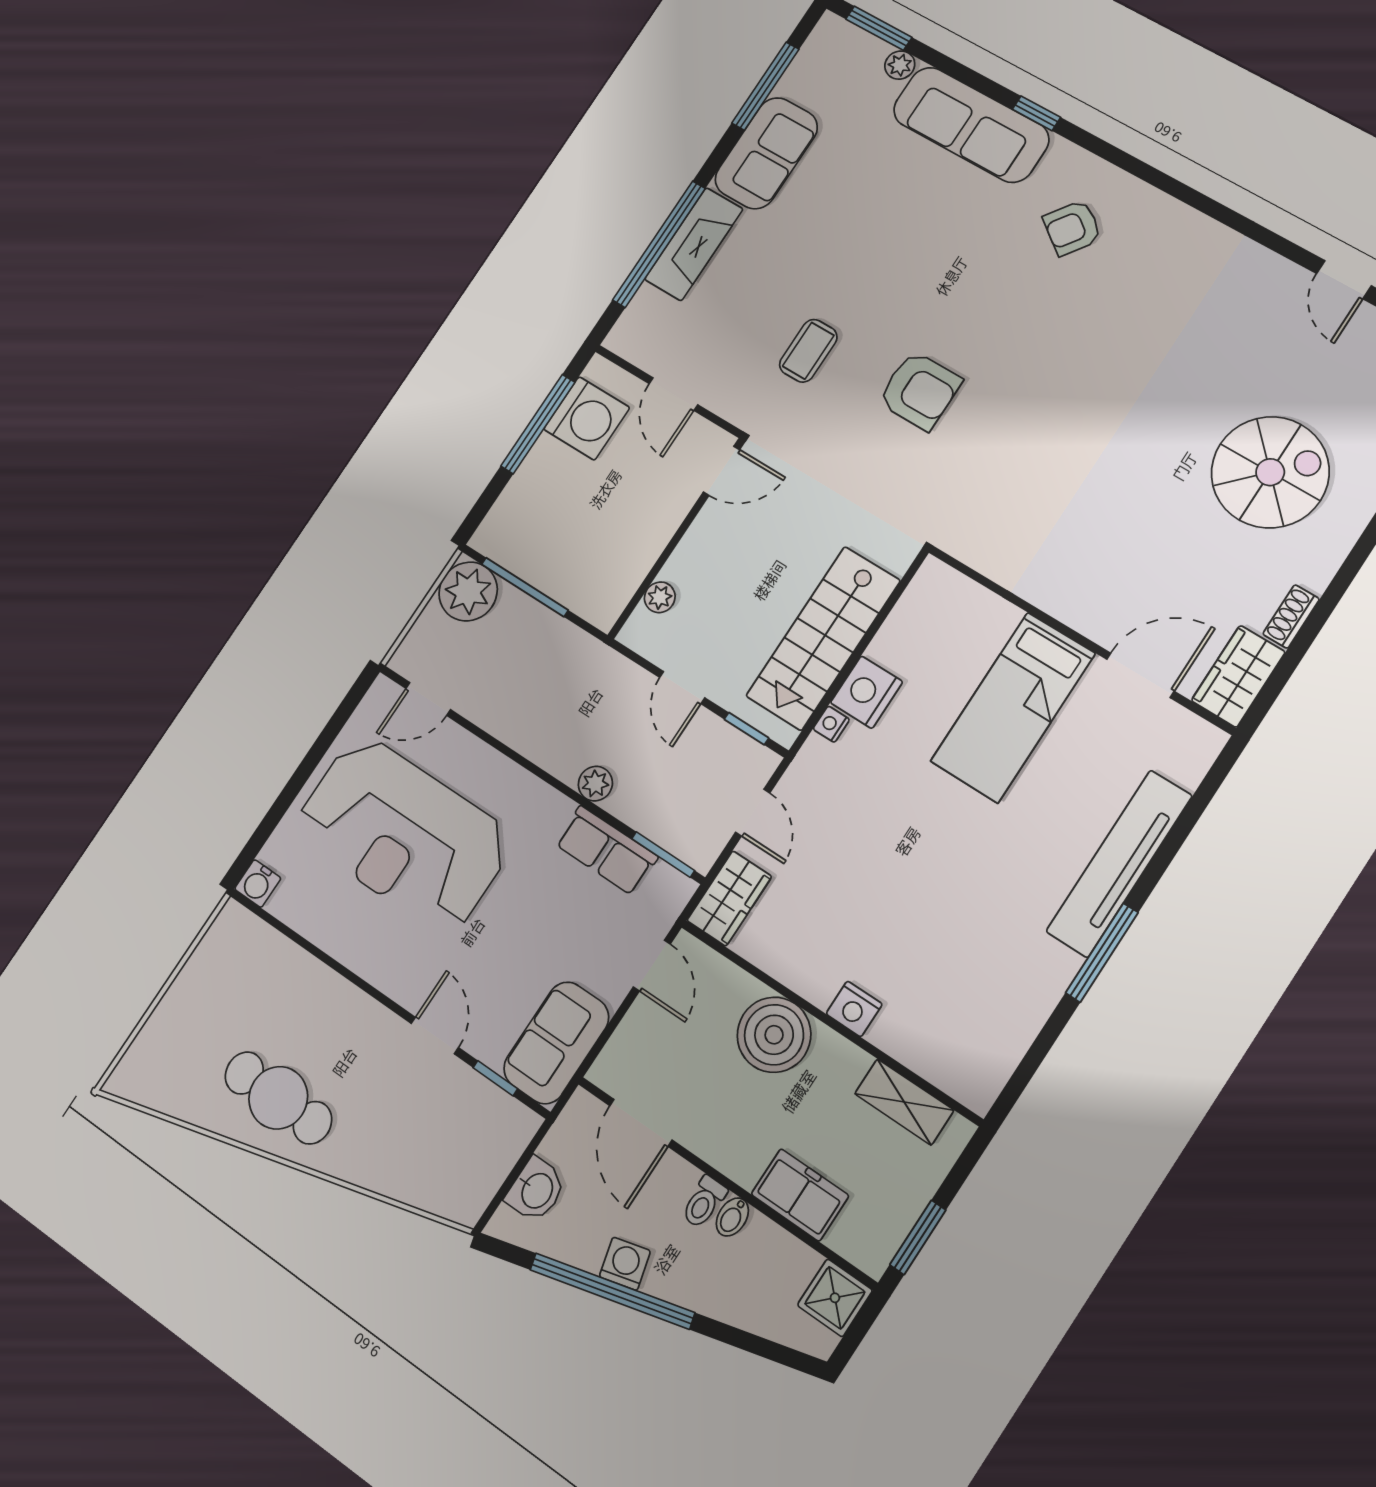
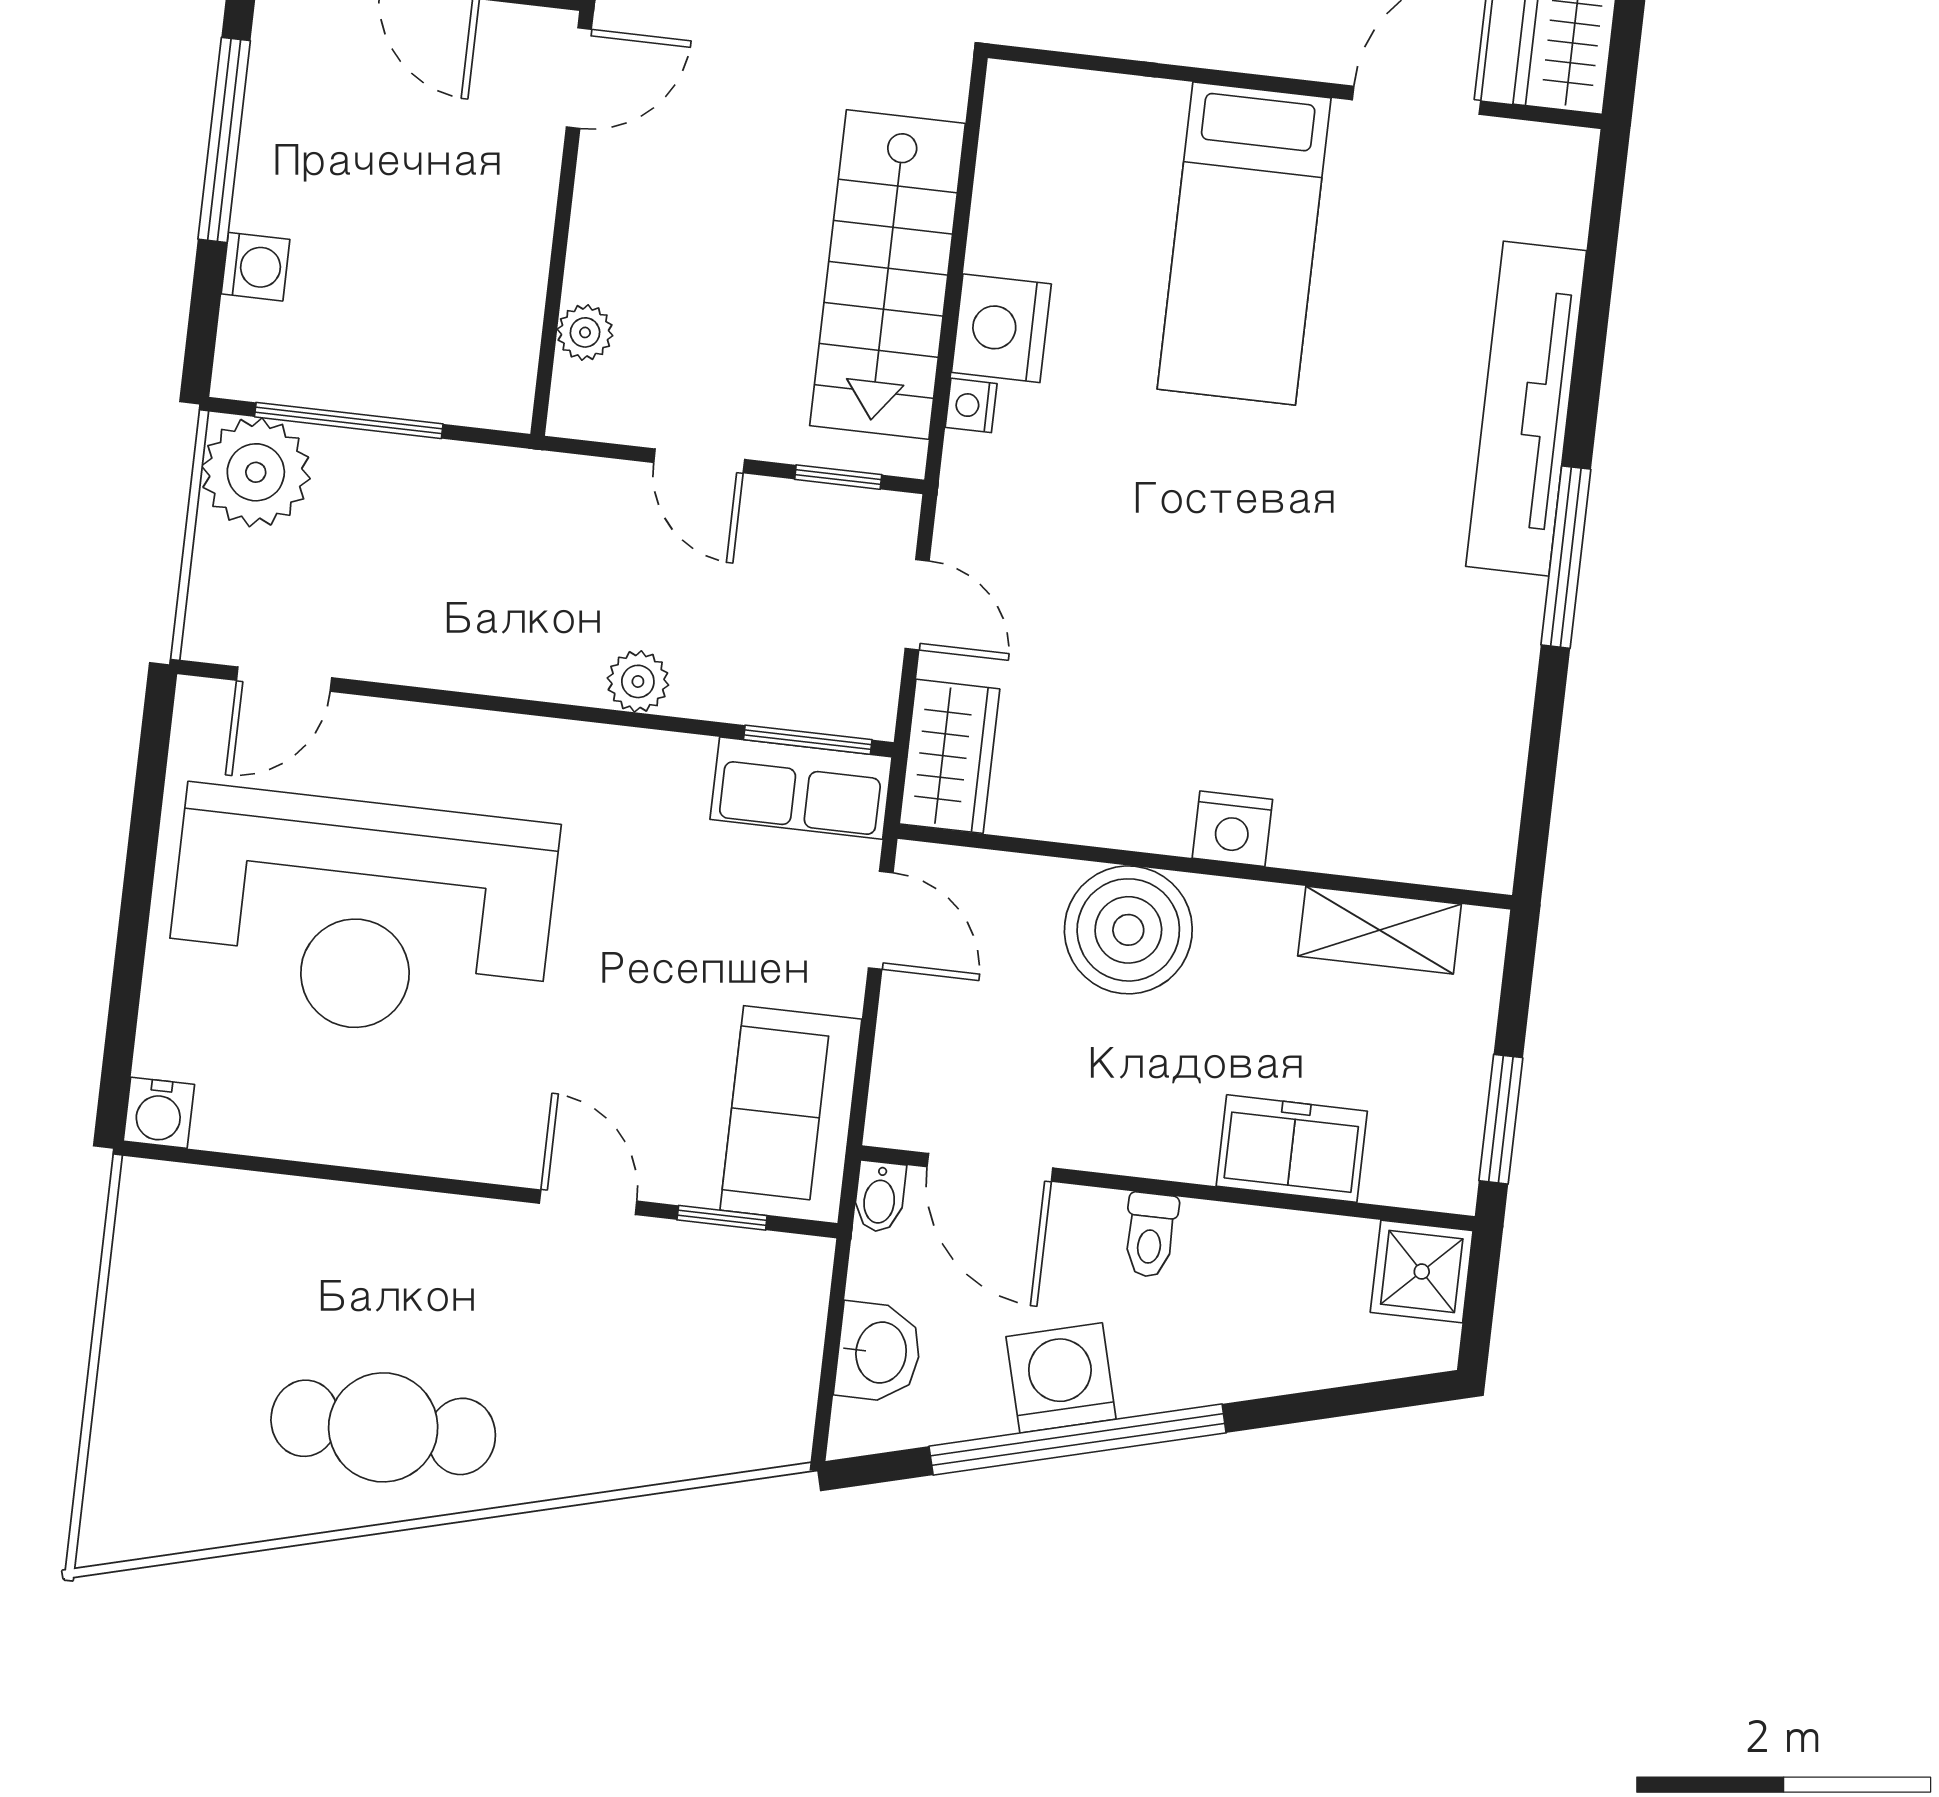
washing machine: (587, 418) -> (256, 267), moved, width x0.53, depth x0.53
row of seats: (606, 850) -> (801, 788), moved
bidet: (732, 1217) -> (880, 1197), moved
washing machine: (625, 1264) -> (1061, 1378), width x1.38, depth x1.38

